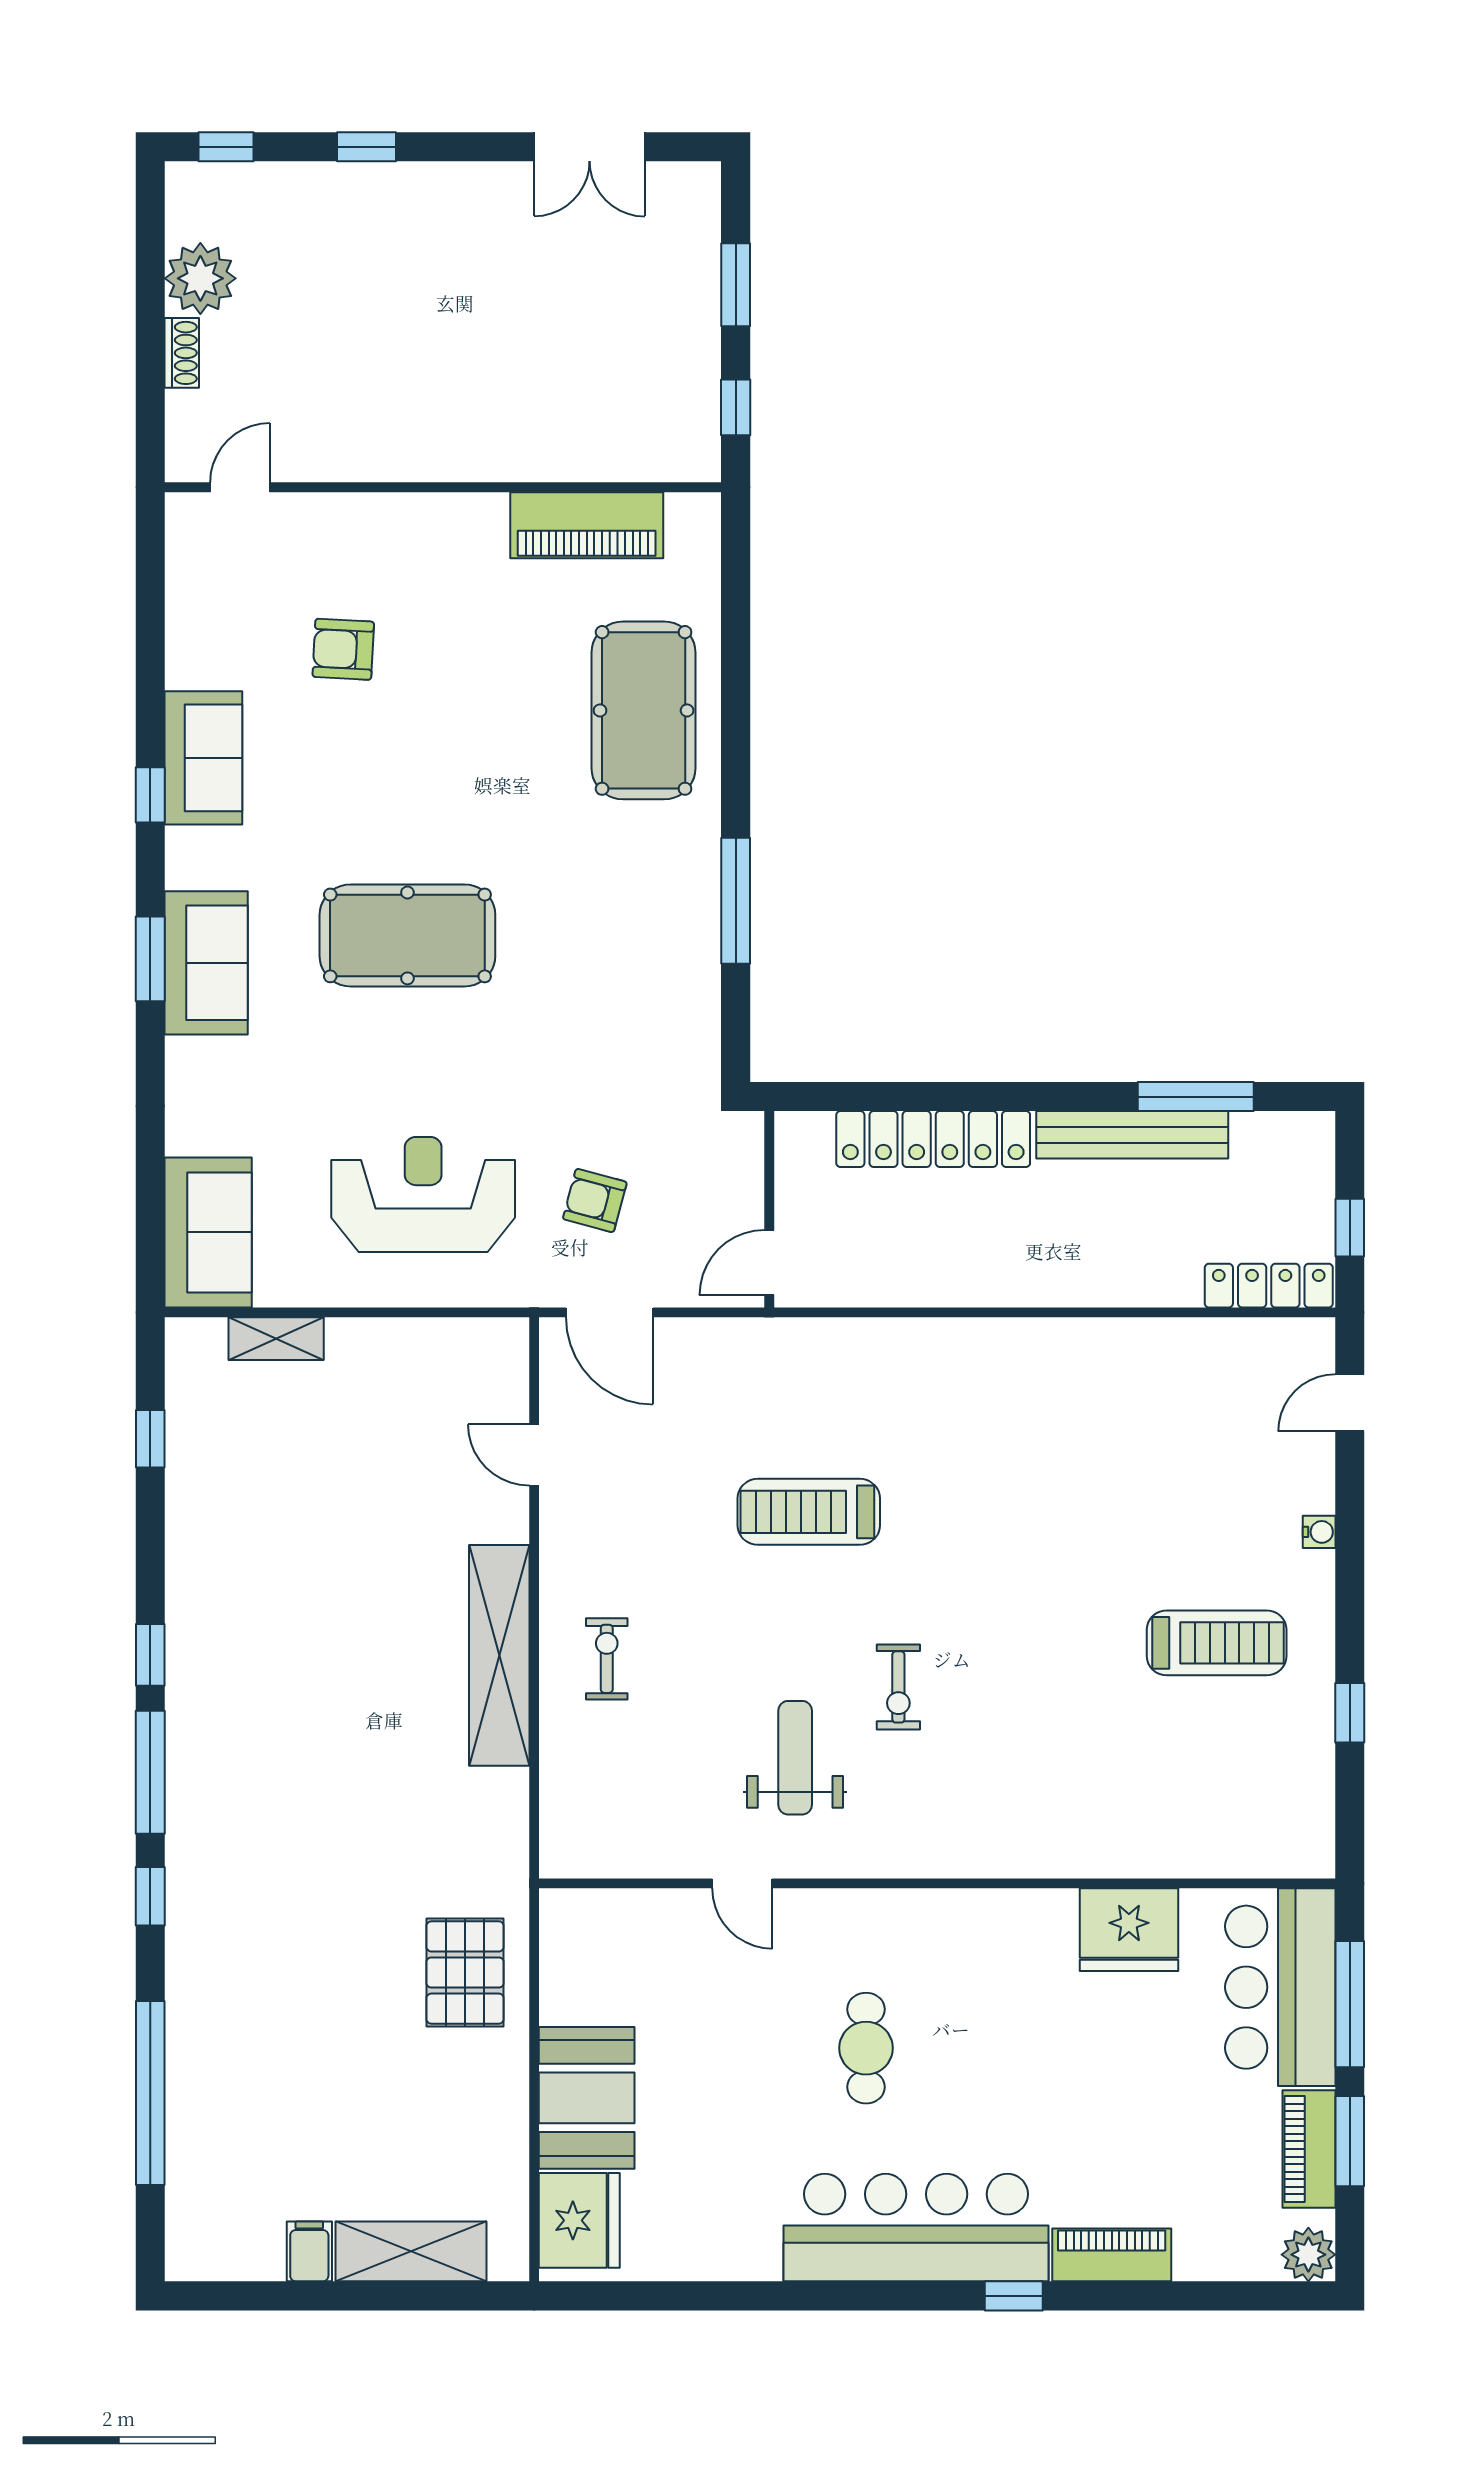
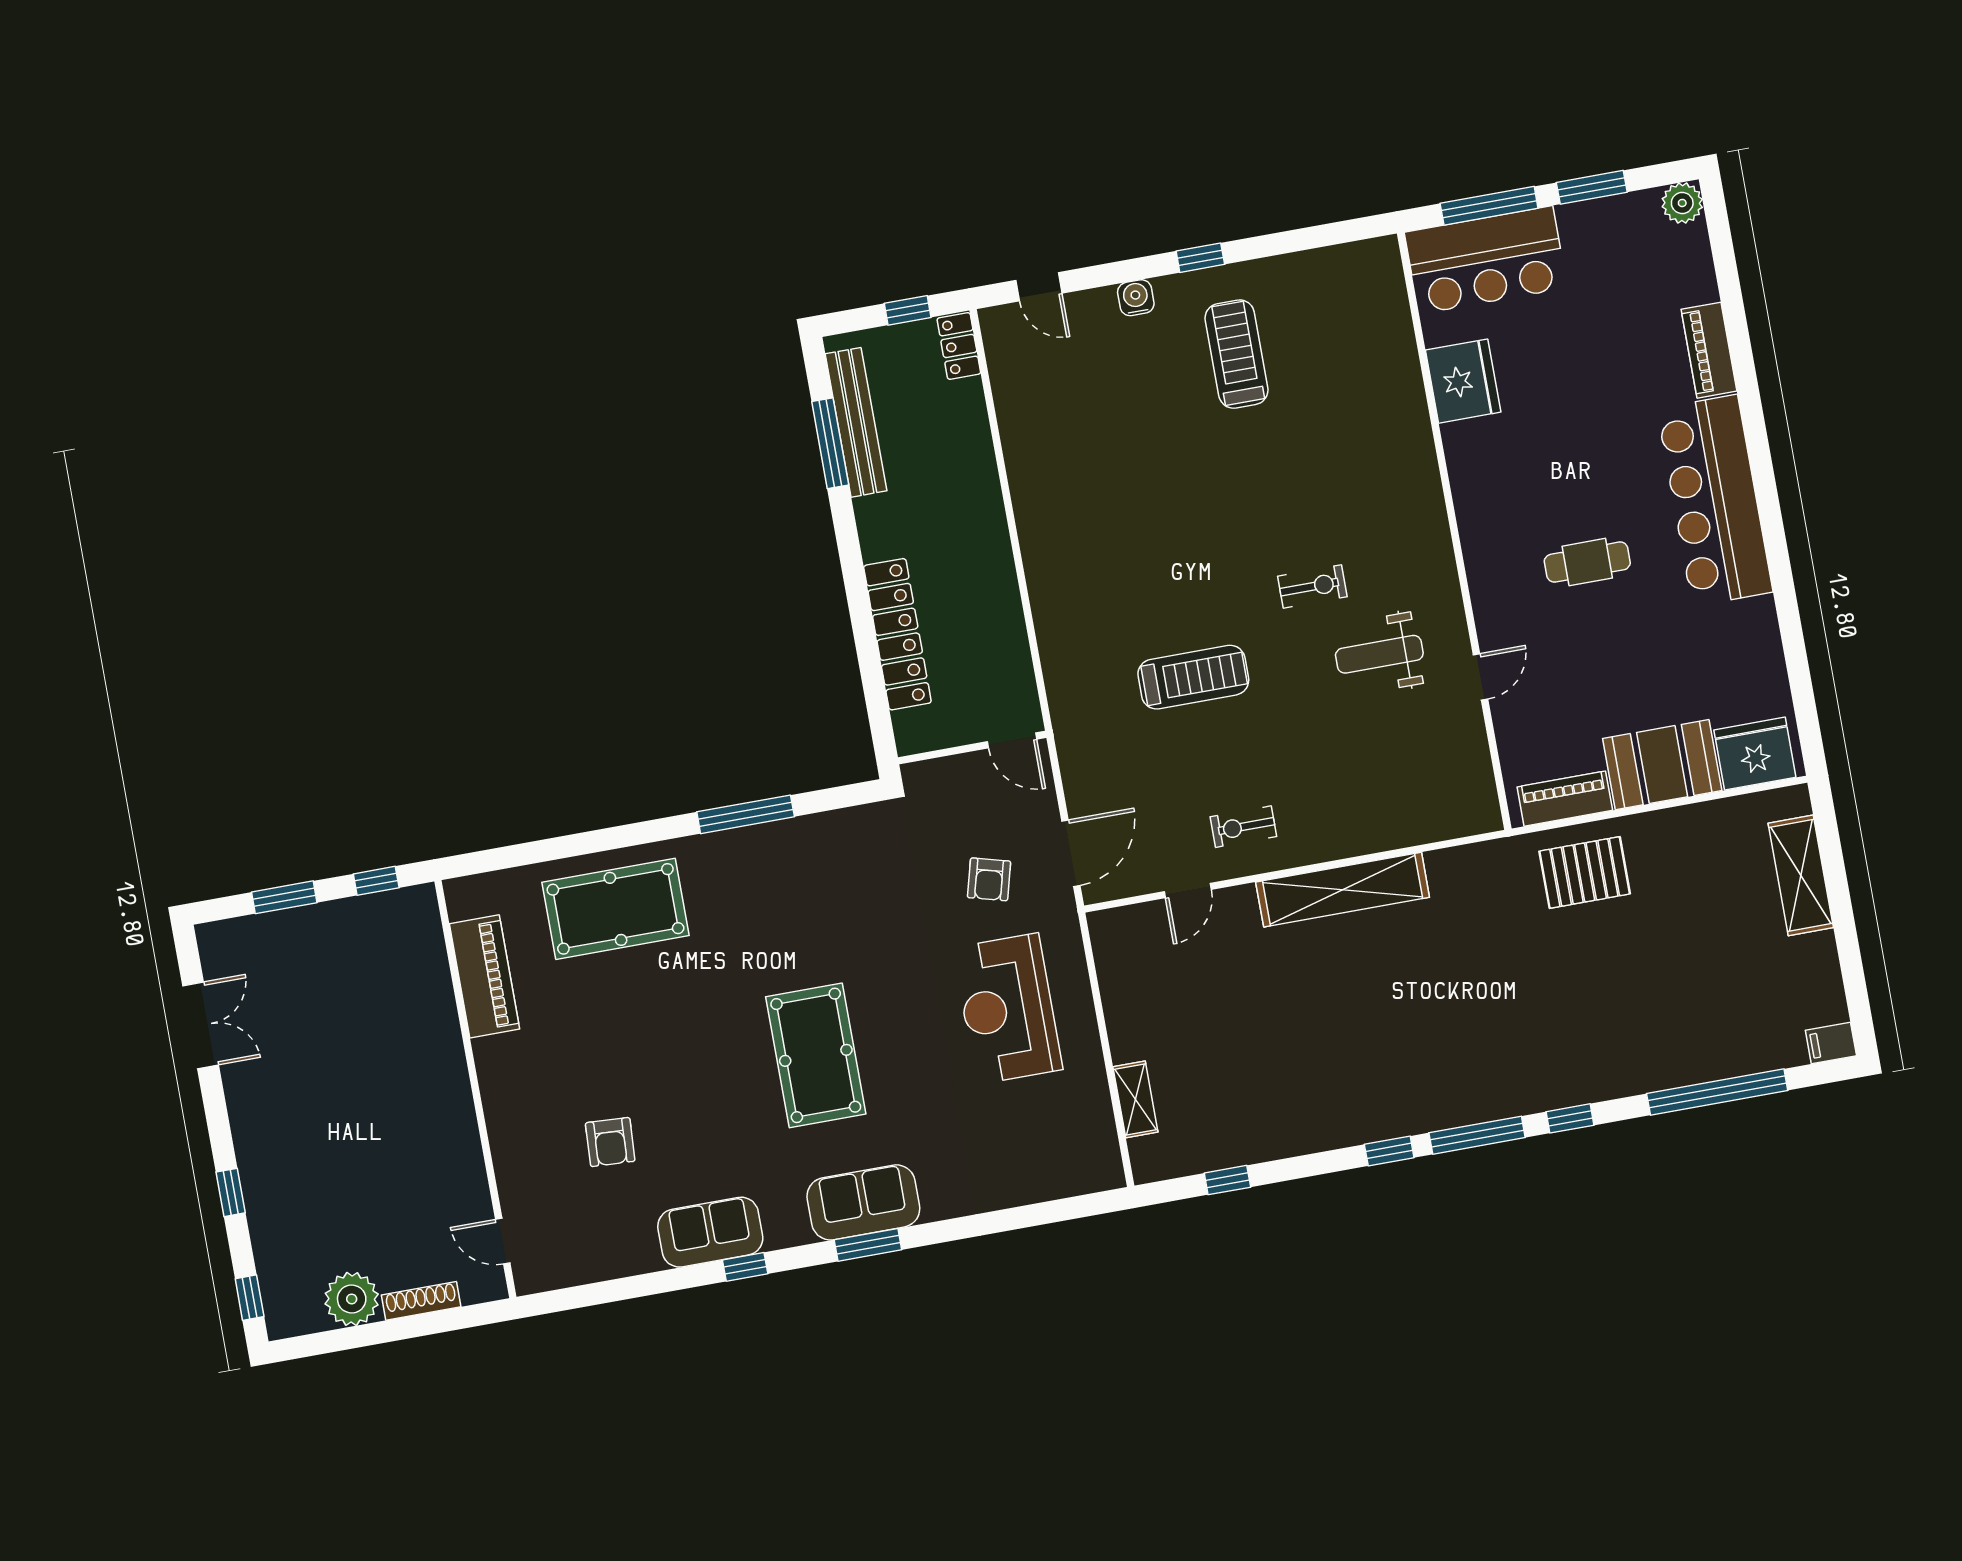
shoe rack: (182, 353) -> (421, 1301), width x1.43
bench: (1132, 1135) -> (856, 422), moved
sofa: (208, 1232) -> (1065, 1165), removed
locker: (1269, 1286) -> (959, 346), width x0.66
treadmill: (809, 1512) -> (1193, 677), turned -90
water cooler: (1319, 1532) -> (1136, 298), width x1.38, depth x1.38
exercise bike: (607, 1659) -> (1243, 827), moved
window: (1350, 1713) -> (1200, 258), moved
piano: (1309, 2149) -> (1565, 799), moved, turned 180
filing cabinet: (309, 2251) -> (1831, 1043), moved
window: (1014, 2296) -> (1753, 418), removed

